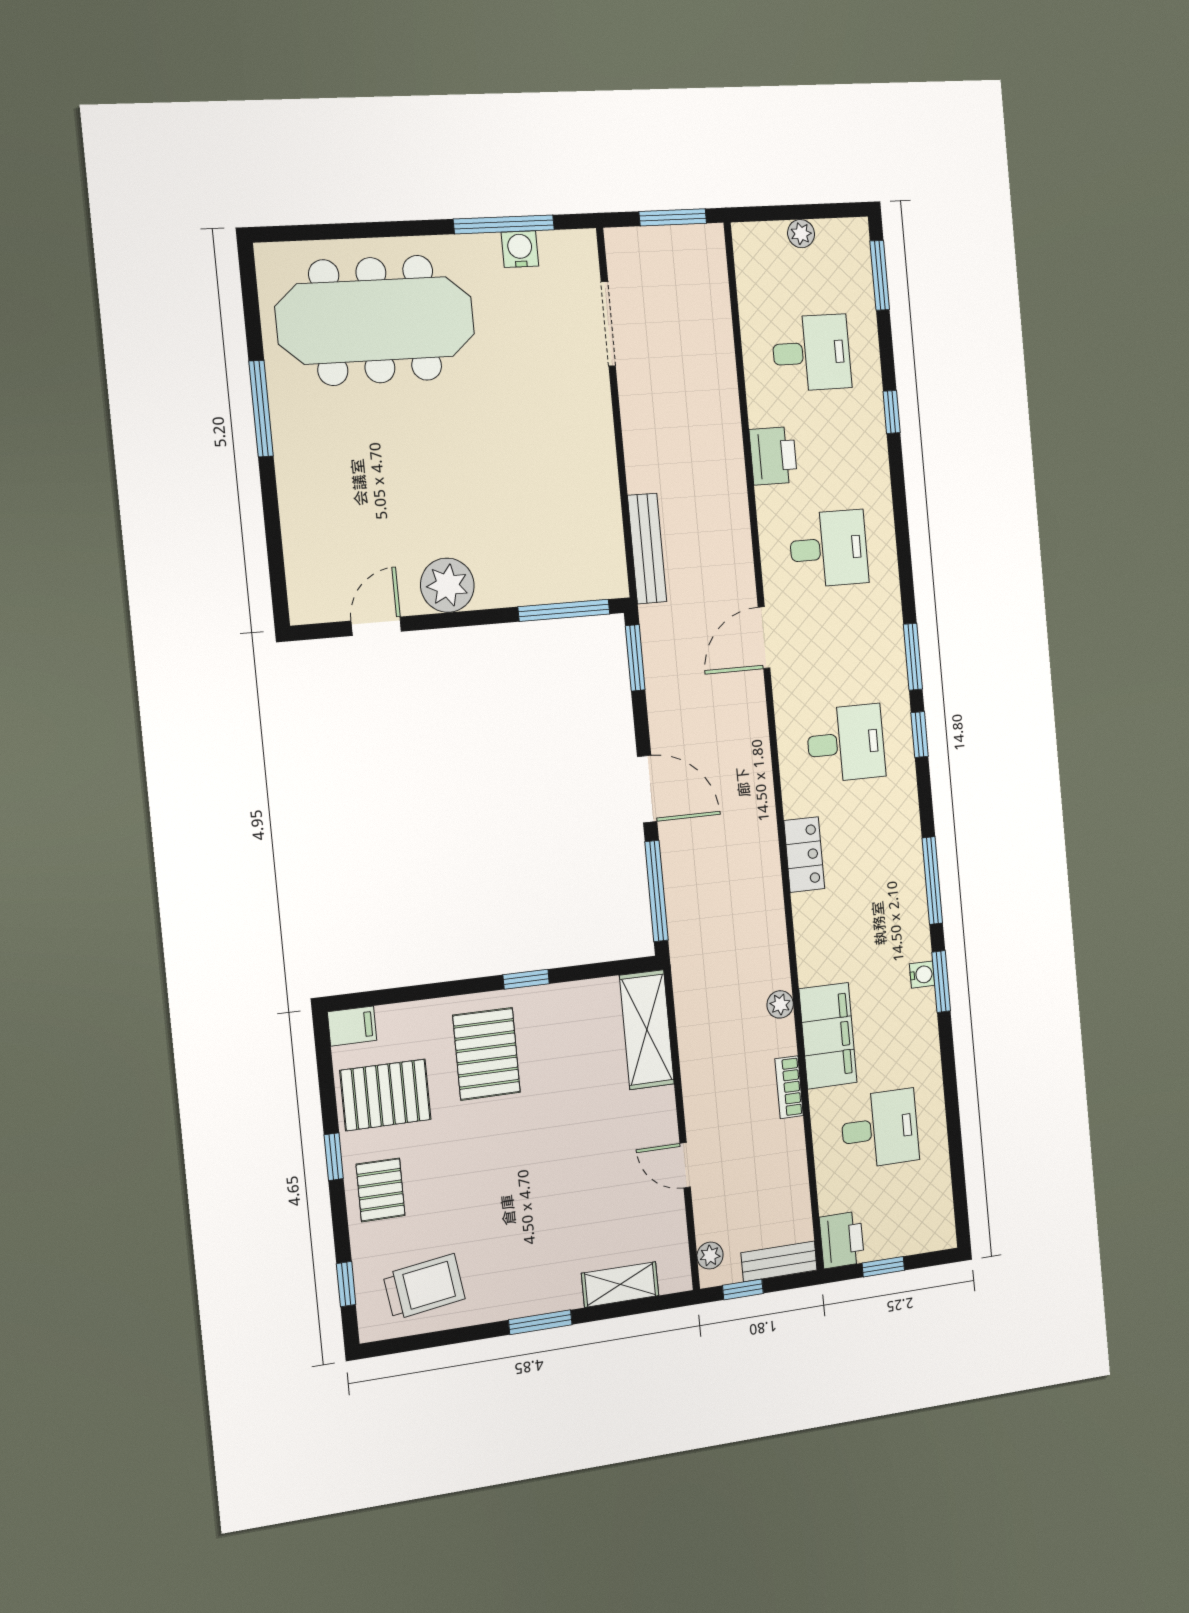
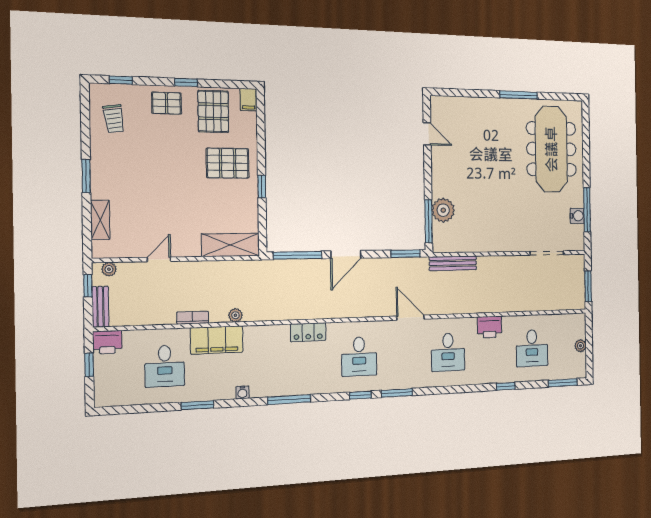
plant: (447, 585) -> (443, 210), moved
window: (941, 982) -> (197, 405), moved
trolley: (424, 1287) -> (114, 119), width x0.73, depth x0.72

